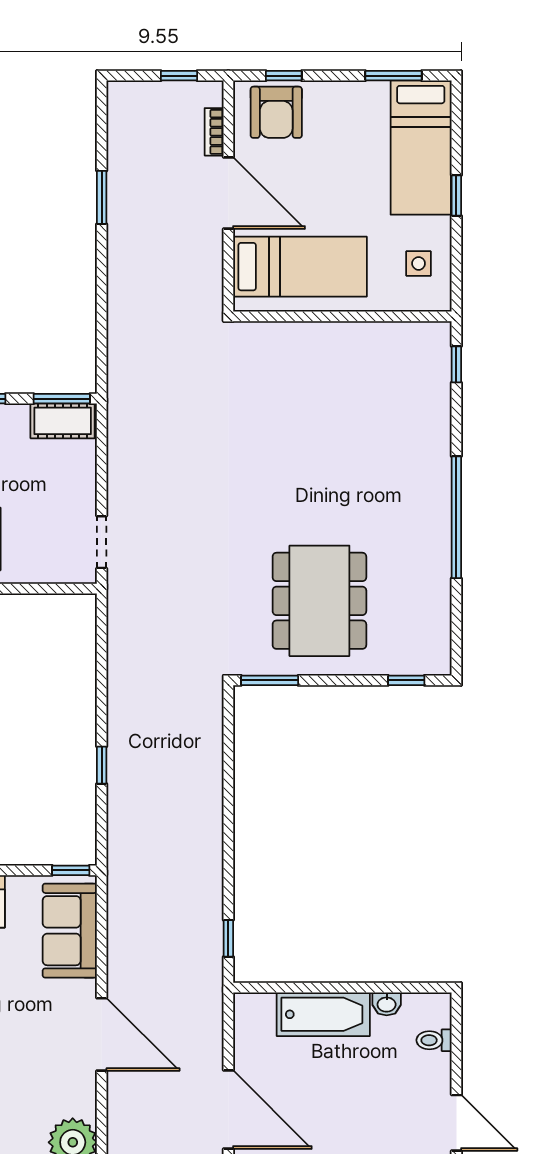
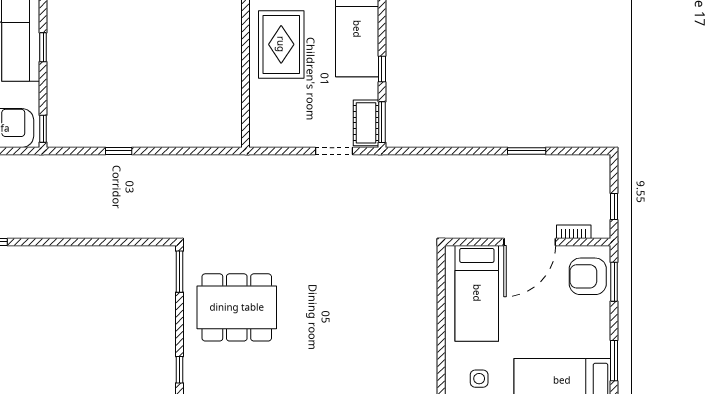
window: (284, 76) -> (614, 282), width x1.50
doorway: (102, 542) -> (334, 151), moved

